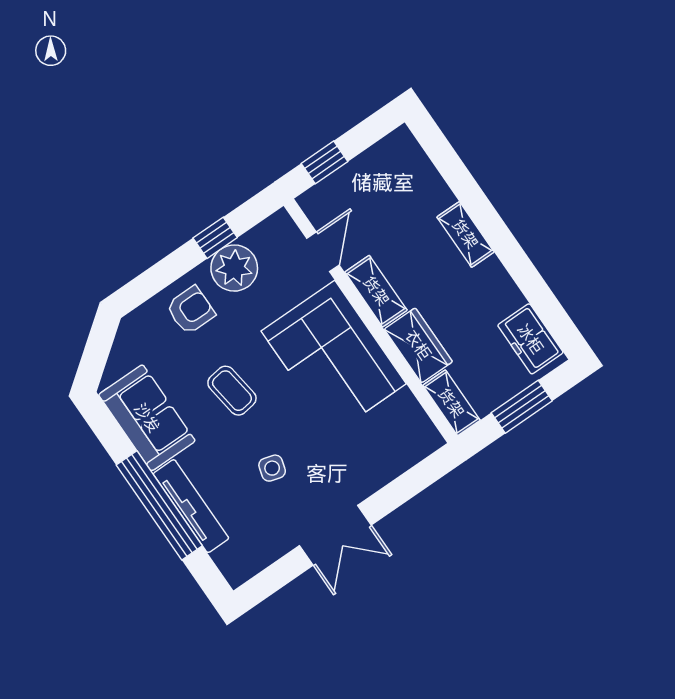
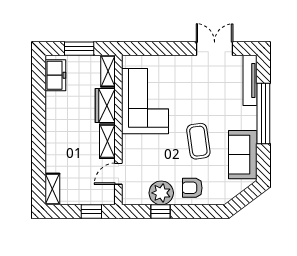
shelving: (465, 234) -> (52, 189), moved
corner sofa: (334, 357) -> (145, 101), moved
coffee table: (232, 391) -> (198, 141), width x1.36, depth x1.30
side table: (272, 468) -> (204, 96), removed
tv unit: (191, 506) -> (250, 80), moved
double door: (335, 535) -> (215, 49), moved

